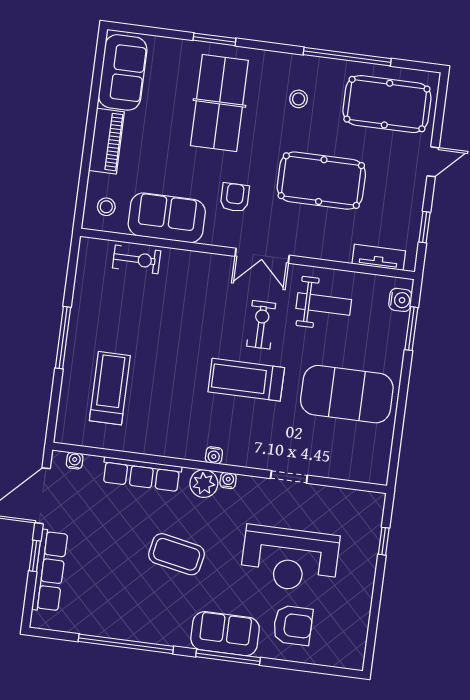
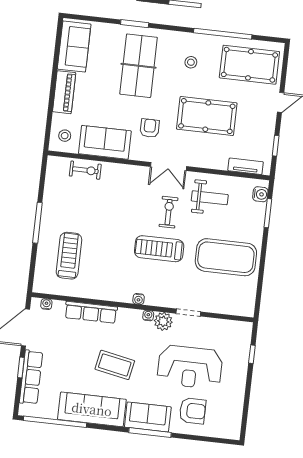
plant: (204, 483) -> (163, 321), moved
sofa: (141, 621) -> (92, 409), added
window: (126, 644) -> (55, 422), moved

